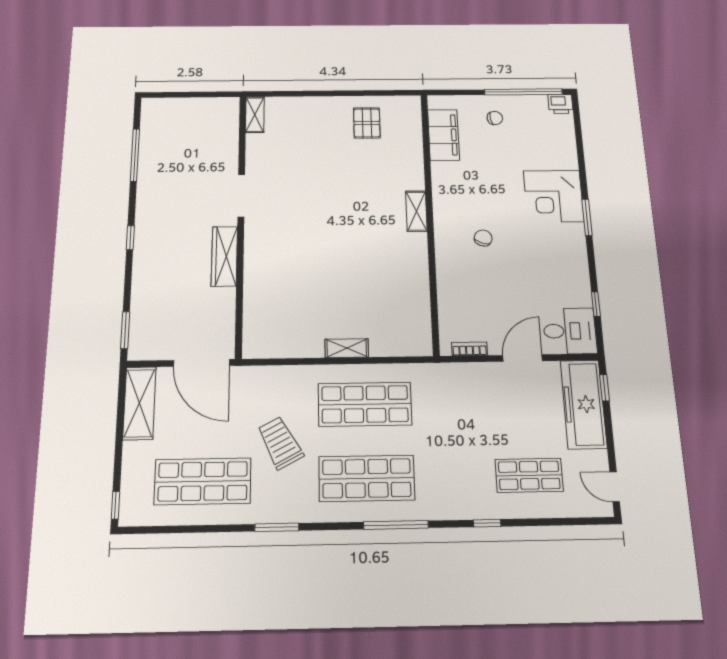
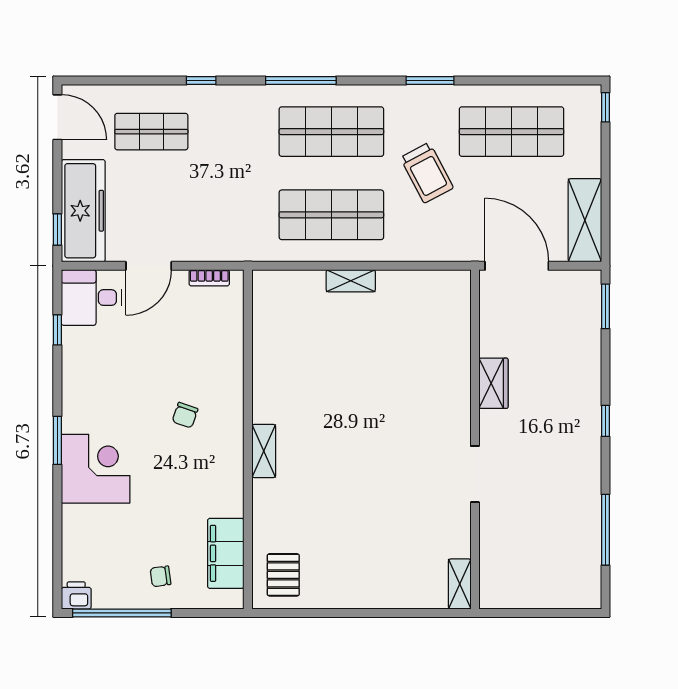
pallet: (367, 123) -> (283, 575), moved
wardrobe: (224, 256) -> (493, 383), width x0.67
door: (615, 487) -> (57, 117), width x1.38

